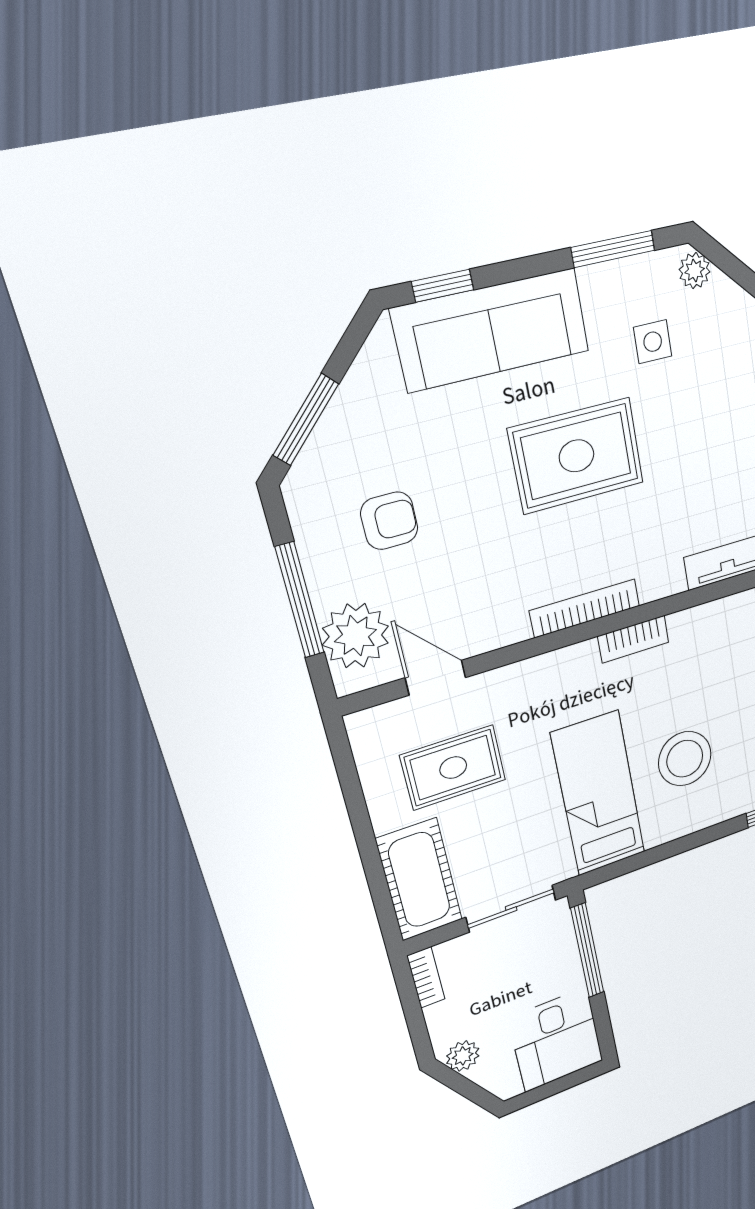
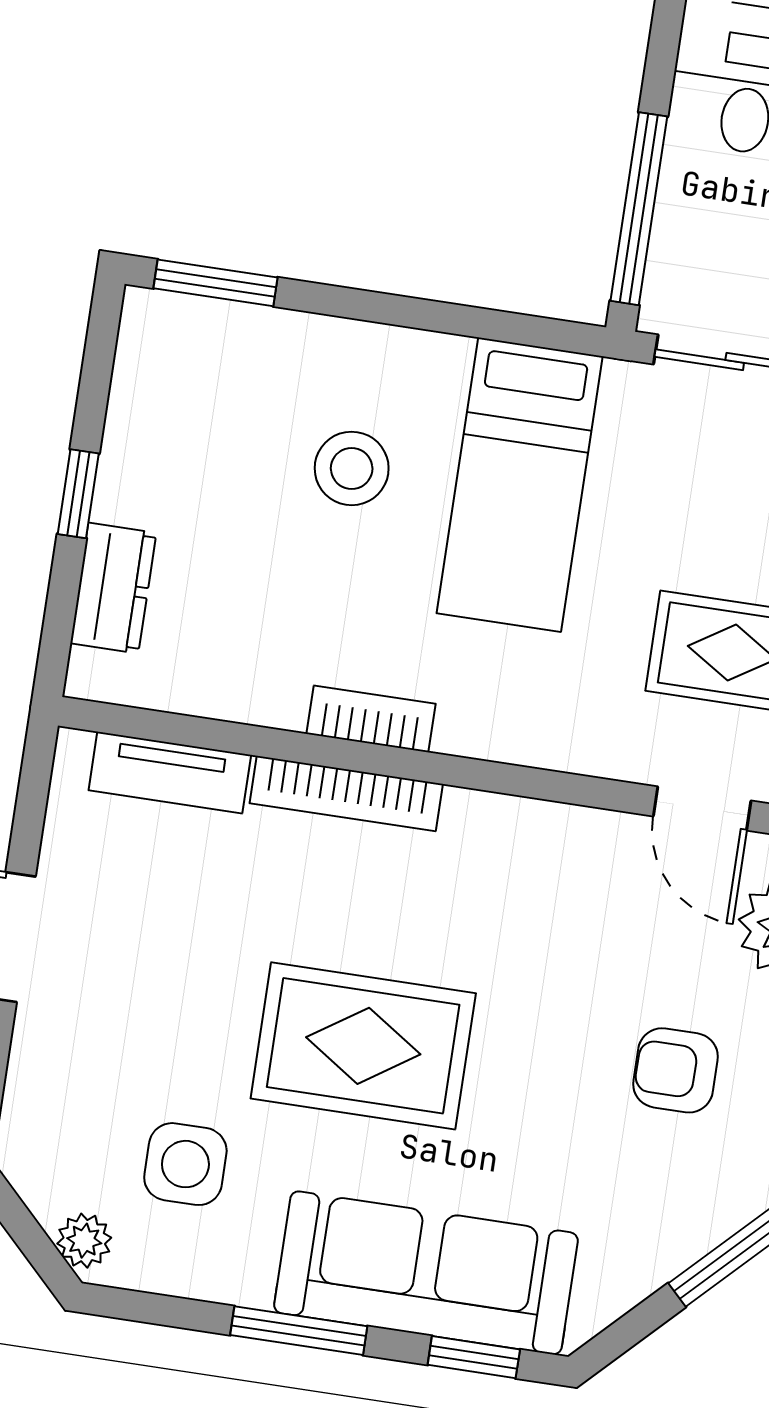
window: (613, 249) -> (299, 1331), moved
side table: (653, 342) -> (185, 1164), width x1.37, depth x1.37
bookcase: (585, 608) -> (346, 794), moved
stool: (685, 759) -> (352, 468), width x0.73, depth x0.73

